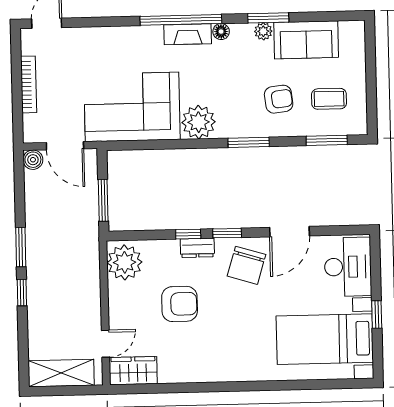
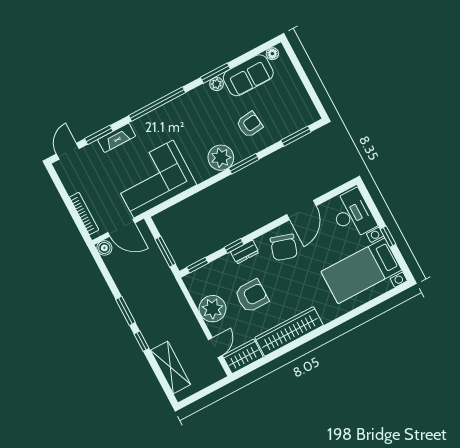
window: (93, 22) -> (99, 135), added
floor lamp: (221, 32) -> (272, 54), moved
fireplace: (188, 34) -> (117, 138), moved
bookcase: (29, 84) -> (84, 214), moved
coffee table: (329, 99) -> (283, 107), removed
plant: (199, 122) -> (221, 158), moved
window: (227, 233) -> (198, 265), moved
plant: (125, 262) -> (212, 309), moved
wardrobe: (203, 368) -> (289, 331), added
shelving: (61, 373) -> (170, 367), moved, turned 90

